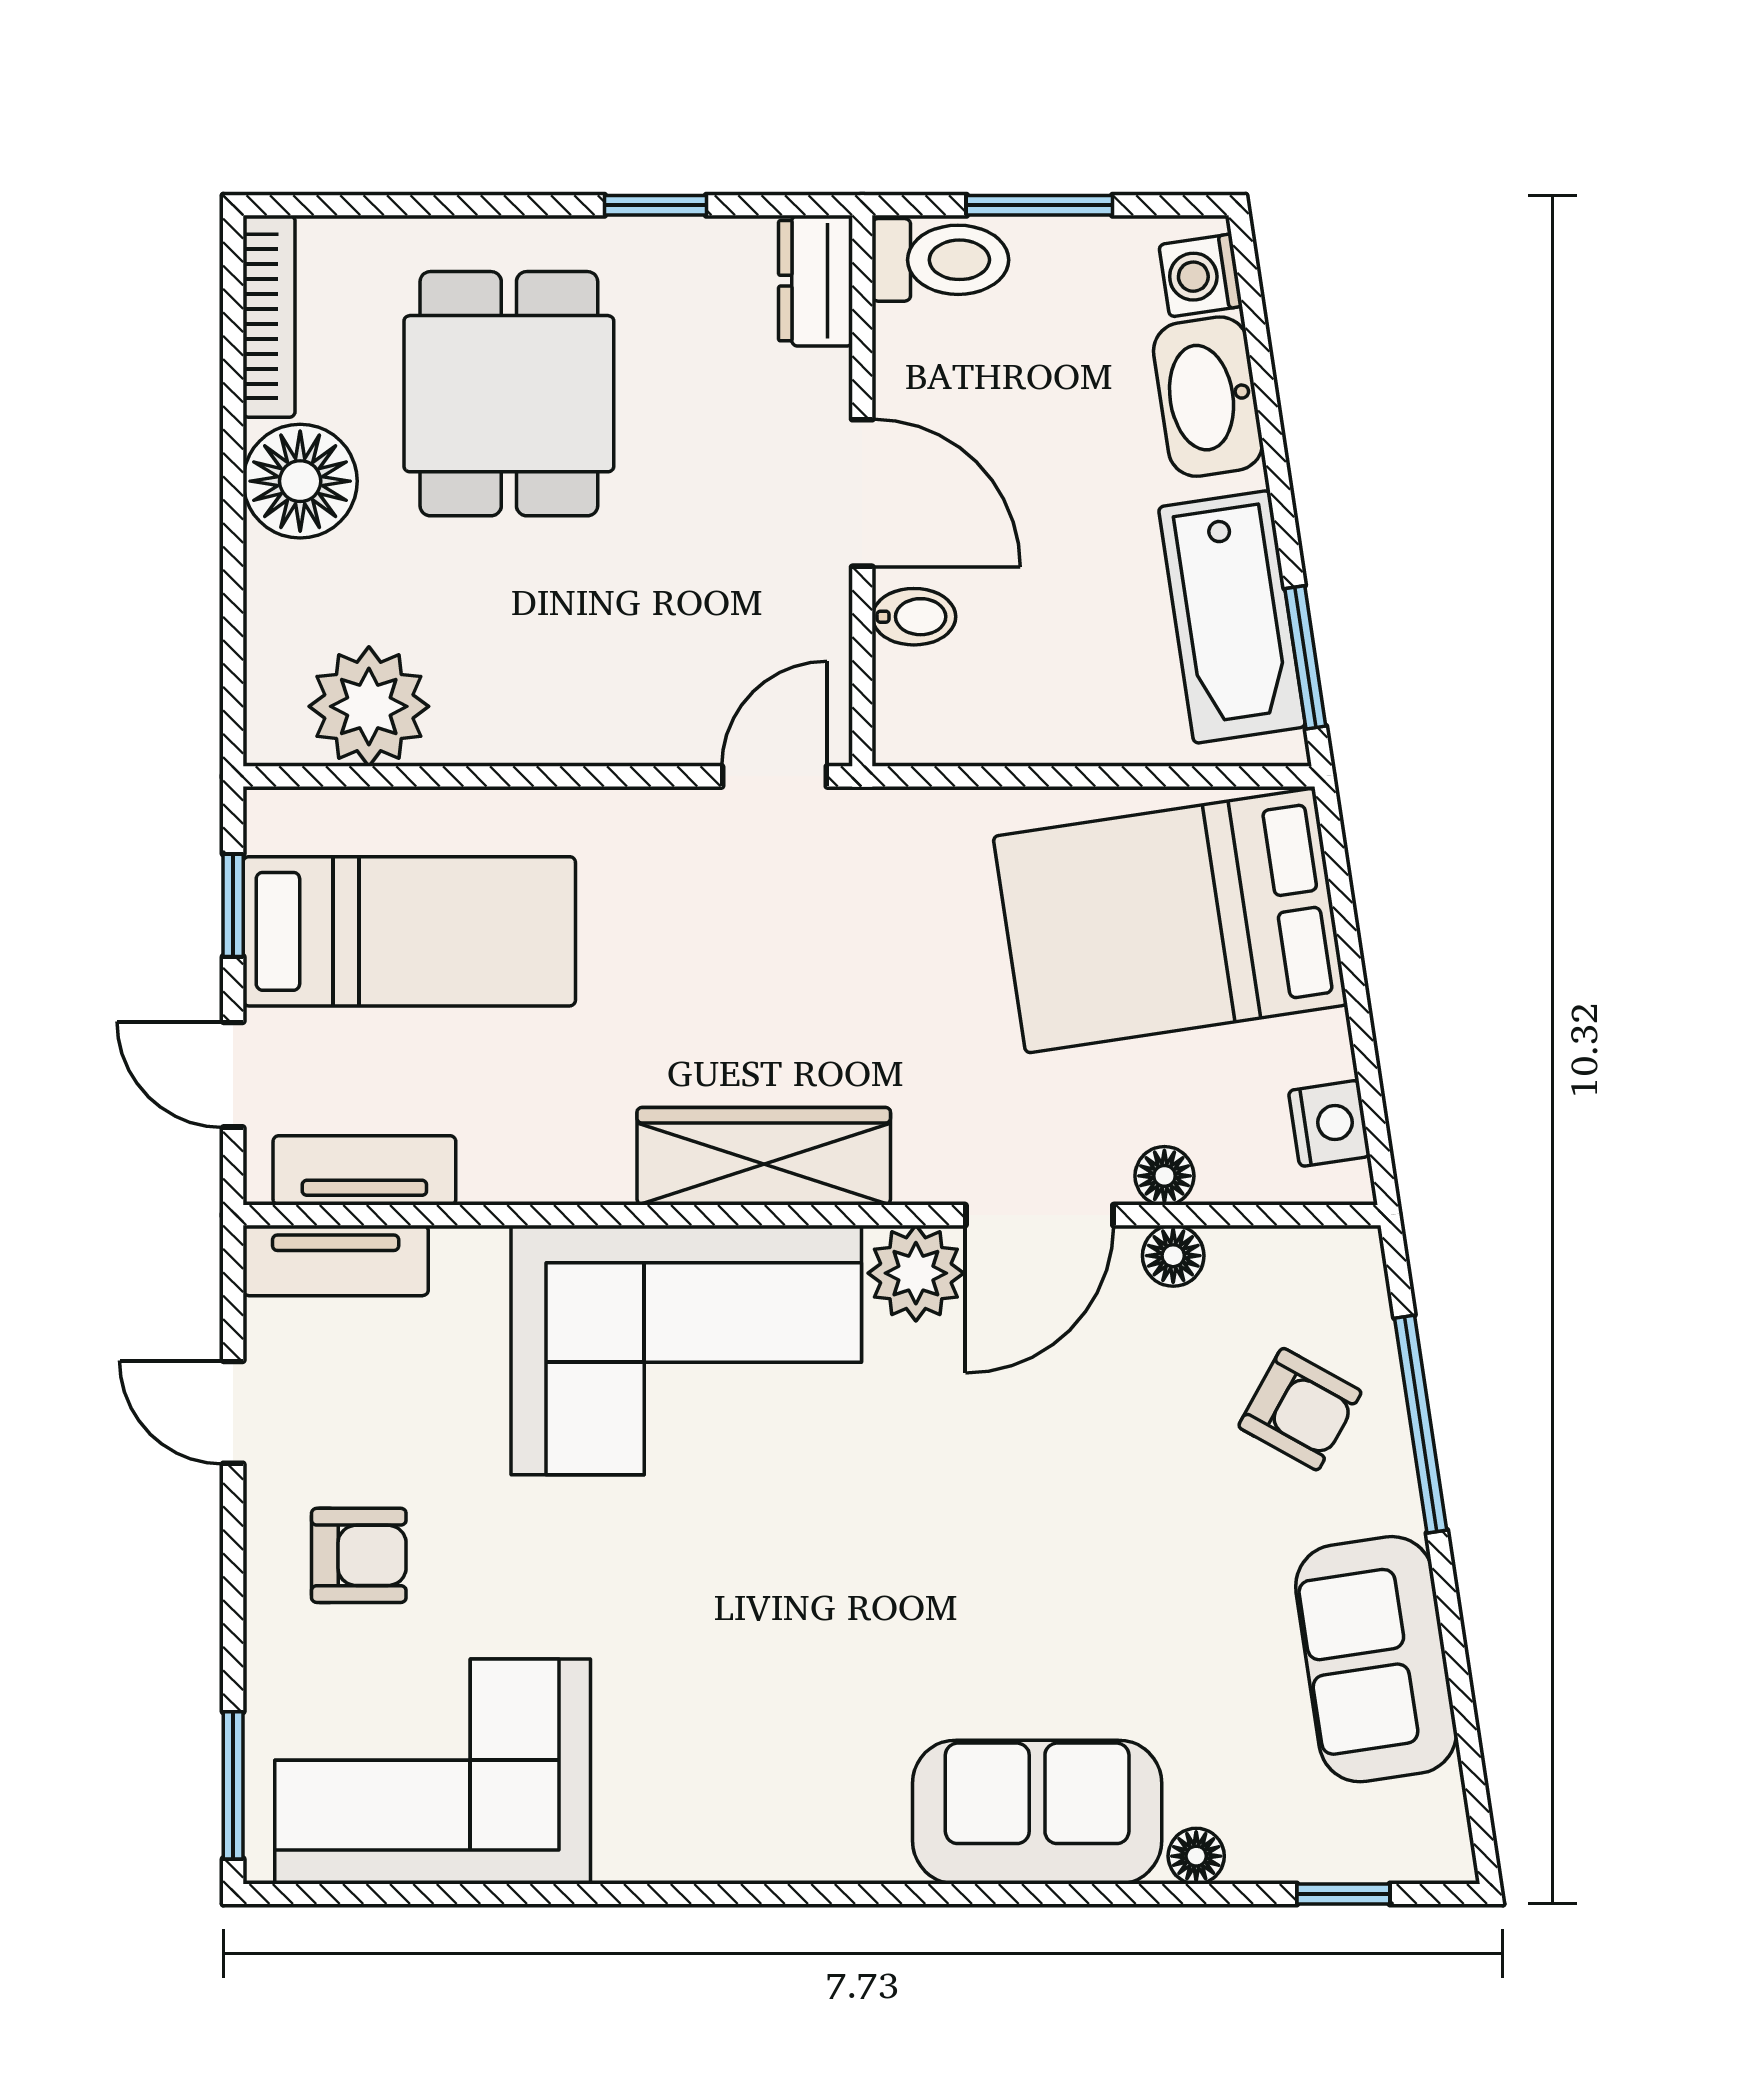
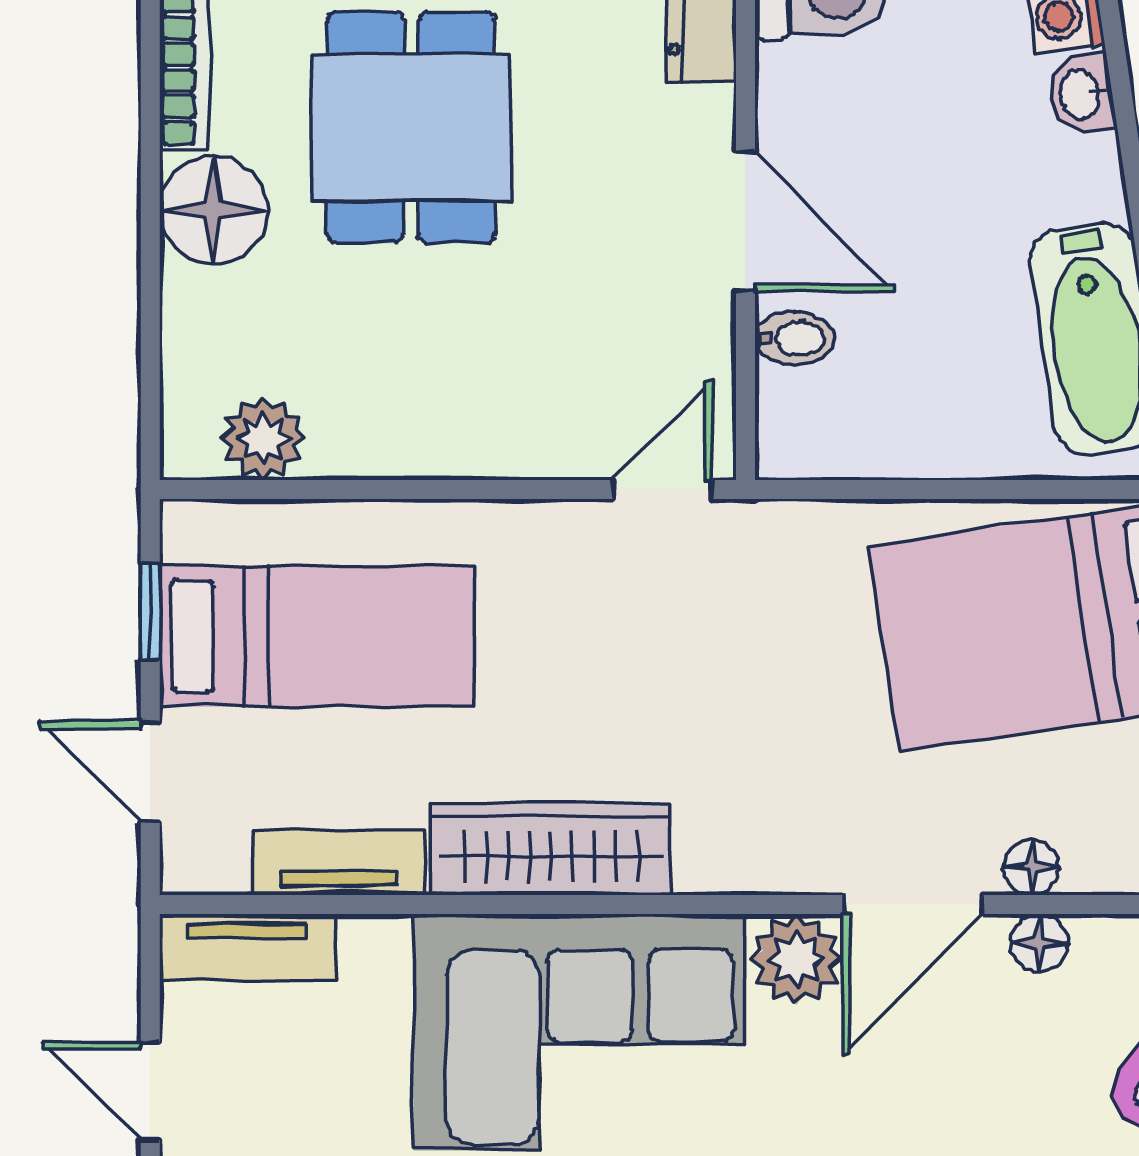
washbasin: (1208, 397) -> (1081, 93), width x0.52, depth x0.69
plant: (369, 706) -> (263, 438), width x0.73, depth x0.73
wardrobe: (764, 1156) -> (551, 849), moved
tv unit: (364, 1170) -> (339, 862), moved

